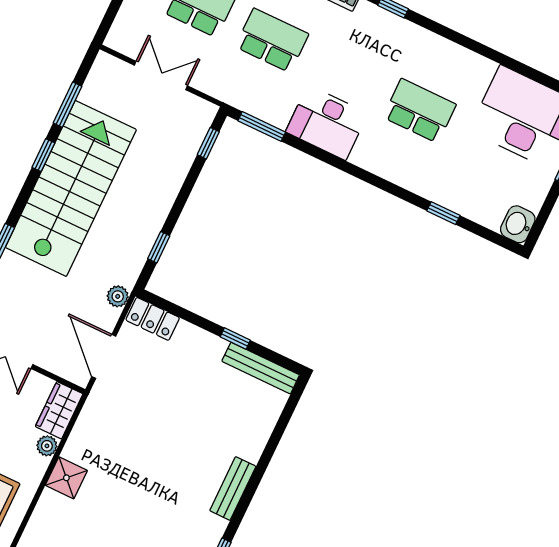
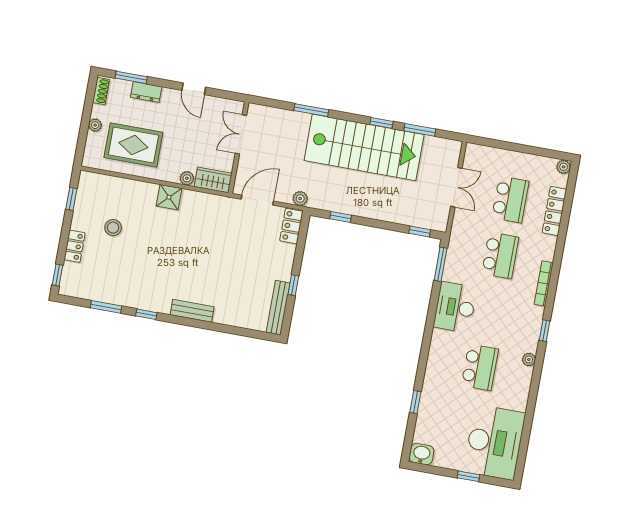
plant: (427, 40) -> (529, 359), added

